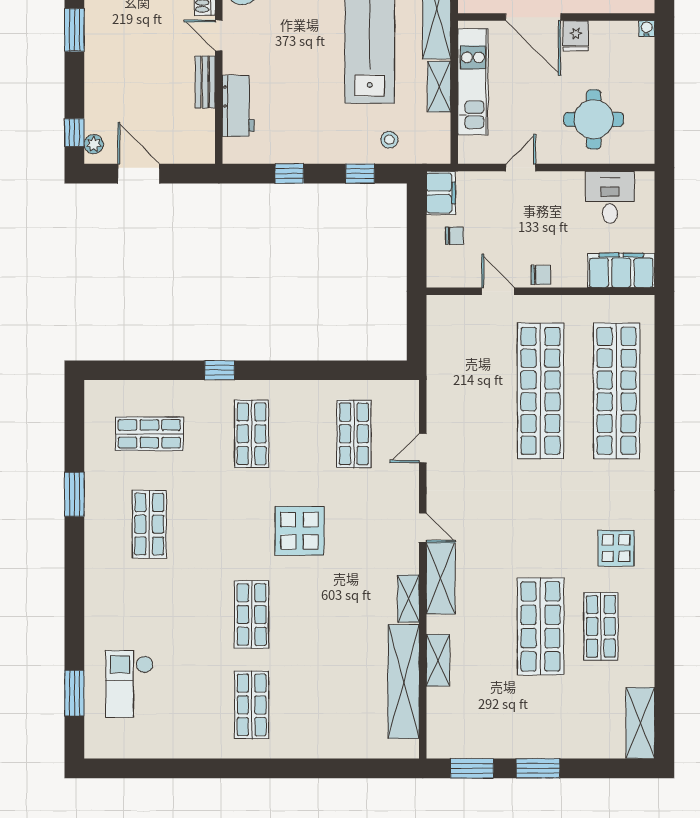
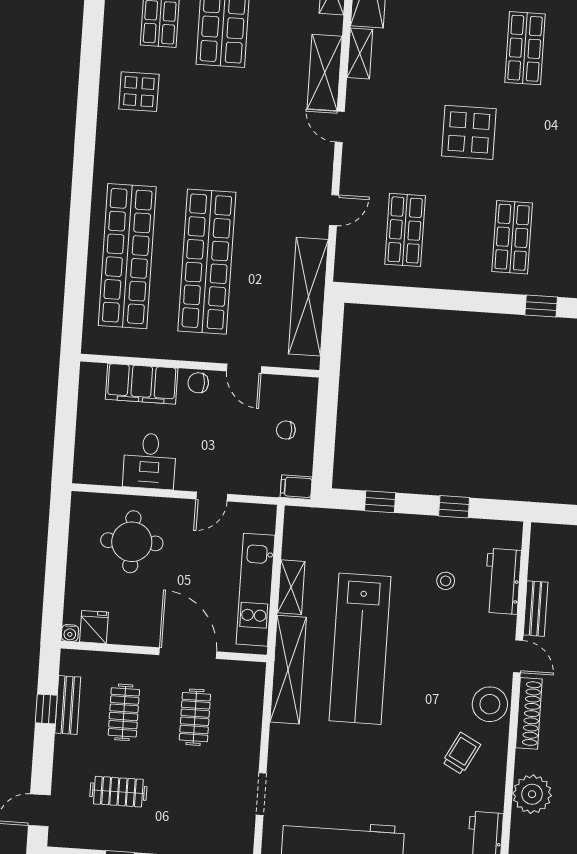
fridge: (576, 36) -> (94, 627), moved
stool: (389, 140) -> (446, 581), moved
filing cabinet: (441, 193) -> (296, 487), width x0.50
desk: (610, 197) -> (150, 461), moved
filing cabinet: (621, 270) -> (142, 384), moved
shelving: (442, 364) -> (308, 297), added

